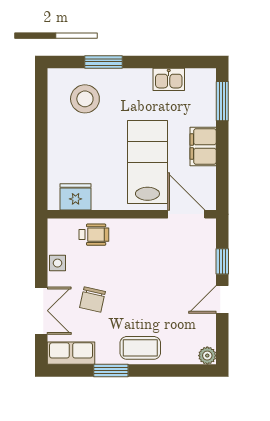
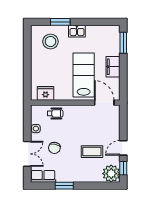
kitchen sink: (169, 79) -> (77, 31), moved
window: (222, 261) -> (123, 168), moved
coffee table: (140, 348) -> (92, 152), moved
plant: (207, 356) -> (111, 174), width x1.87, depth x1.87

